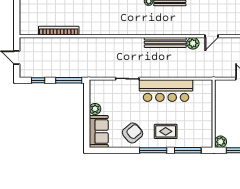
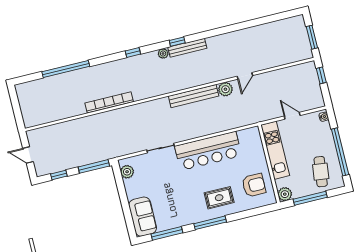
bookcase: (59, 31) -> (109, 102), moved
kitchen unit: (221, 104) -> (275, 150), added
plant: (95, 109) -> (127, 172), moved
armchair: (133, 133) -> (254, 185), moved, turned 40
window: (188, 150) -> (167, 233), moved

